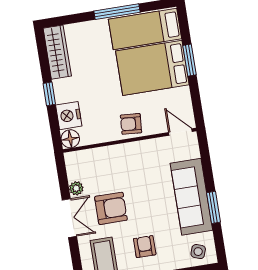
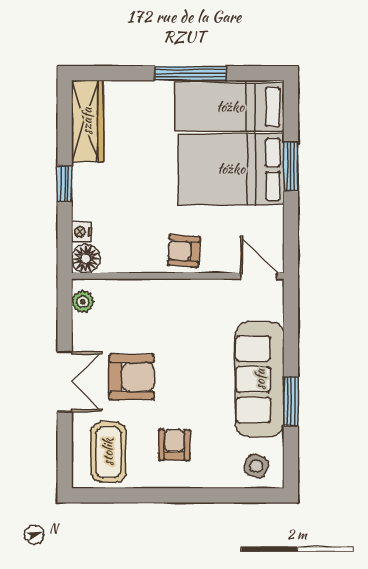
nightstand: (69, 116) -> (81, 232), width x0.53, depth x0.56
plant: (76, 188) -> (83, 302), moved

